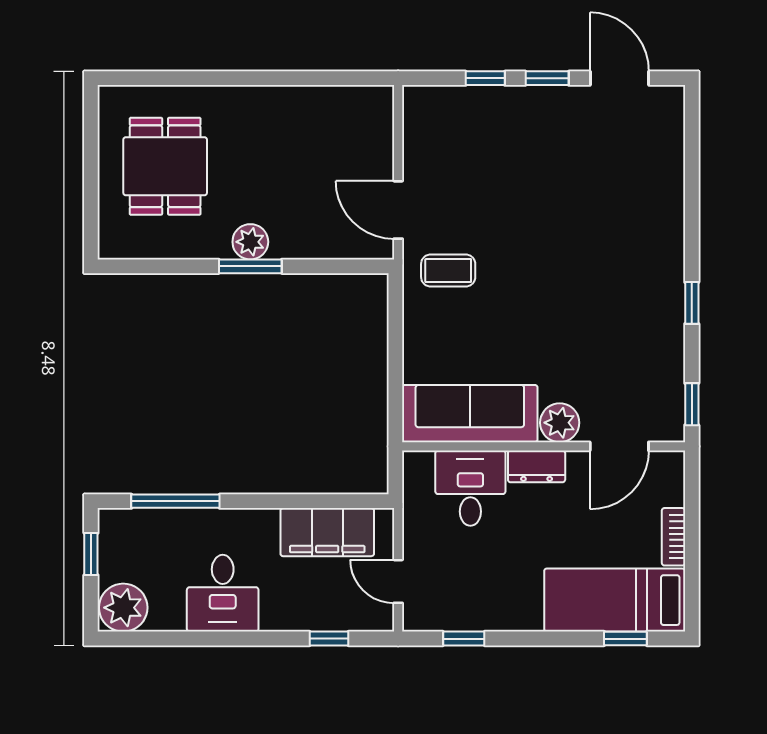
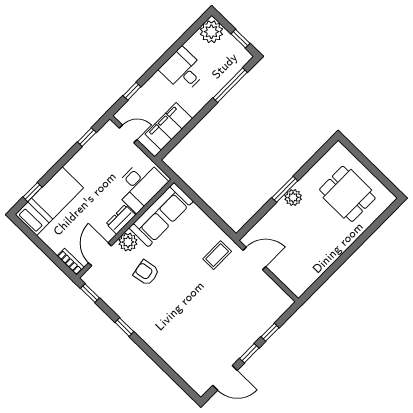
armchair: (579, 350) -> (146, 273), added
desk: (470, 488) -> (140, 185), width x1.37
bookcase: (673, 537) -> (71, 262), moved

